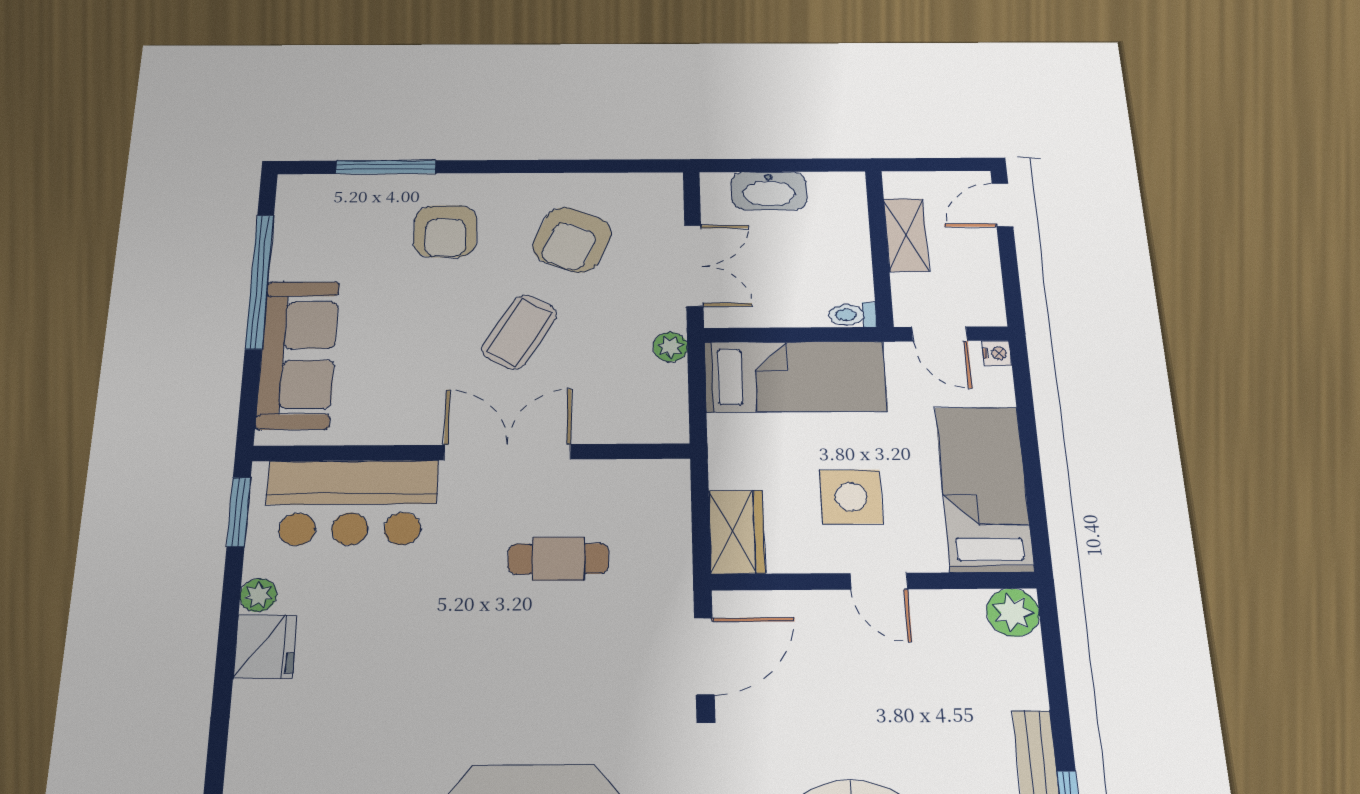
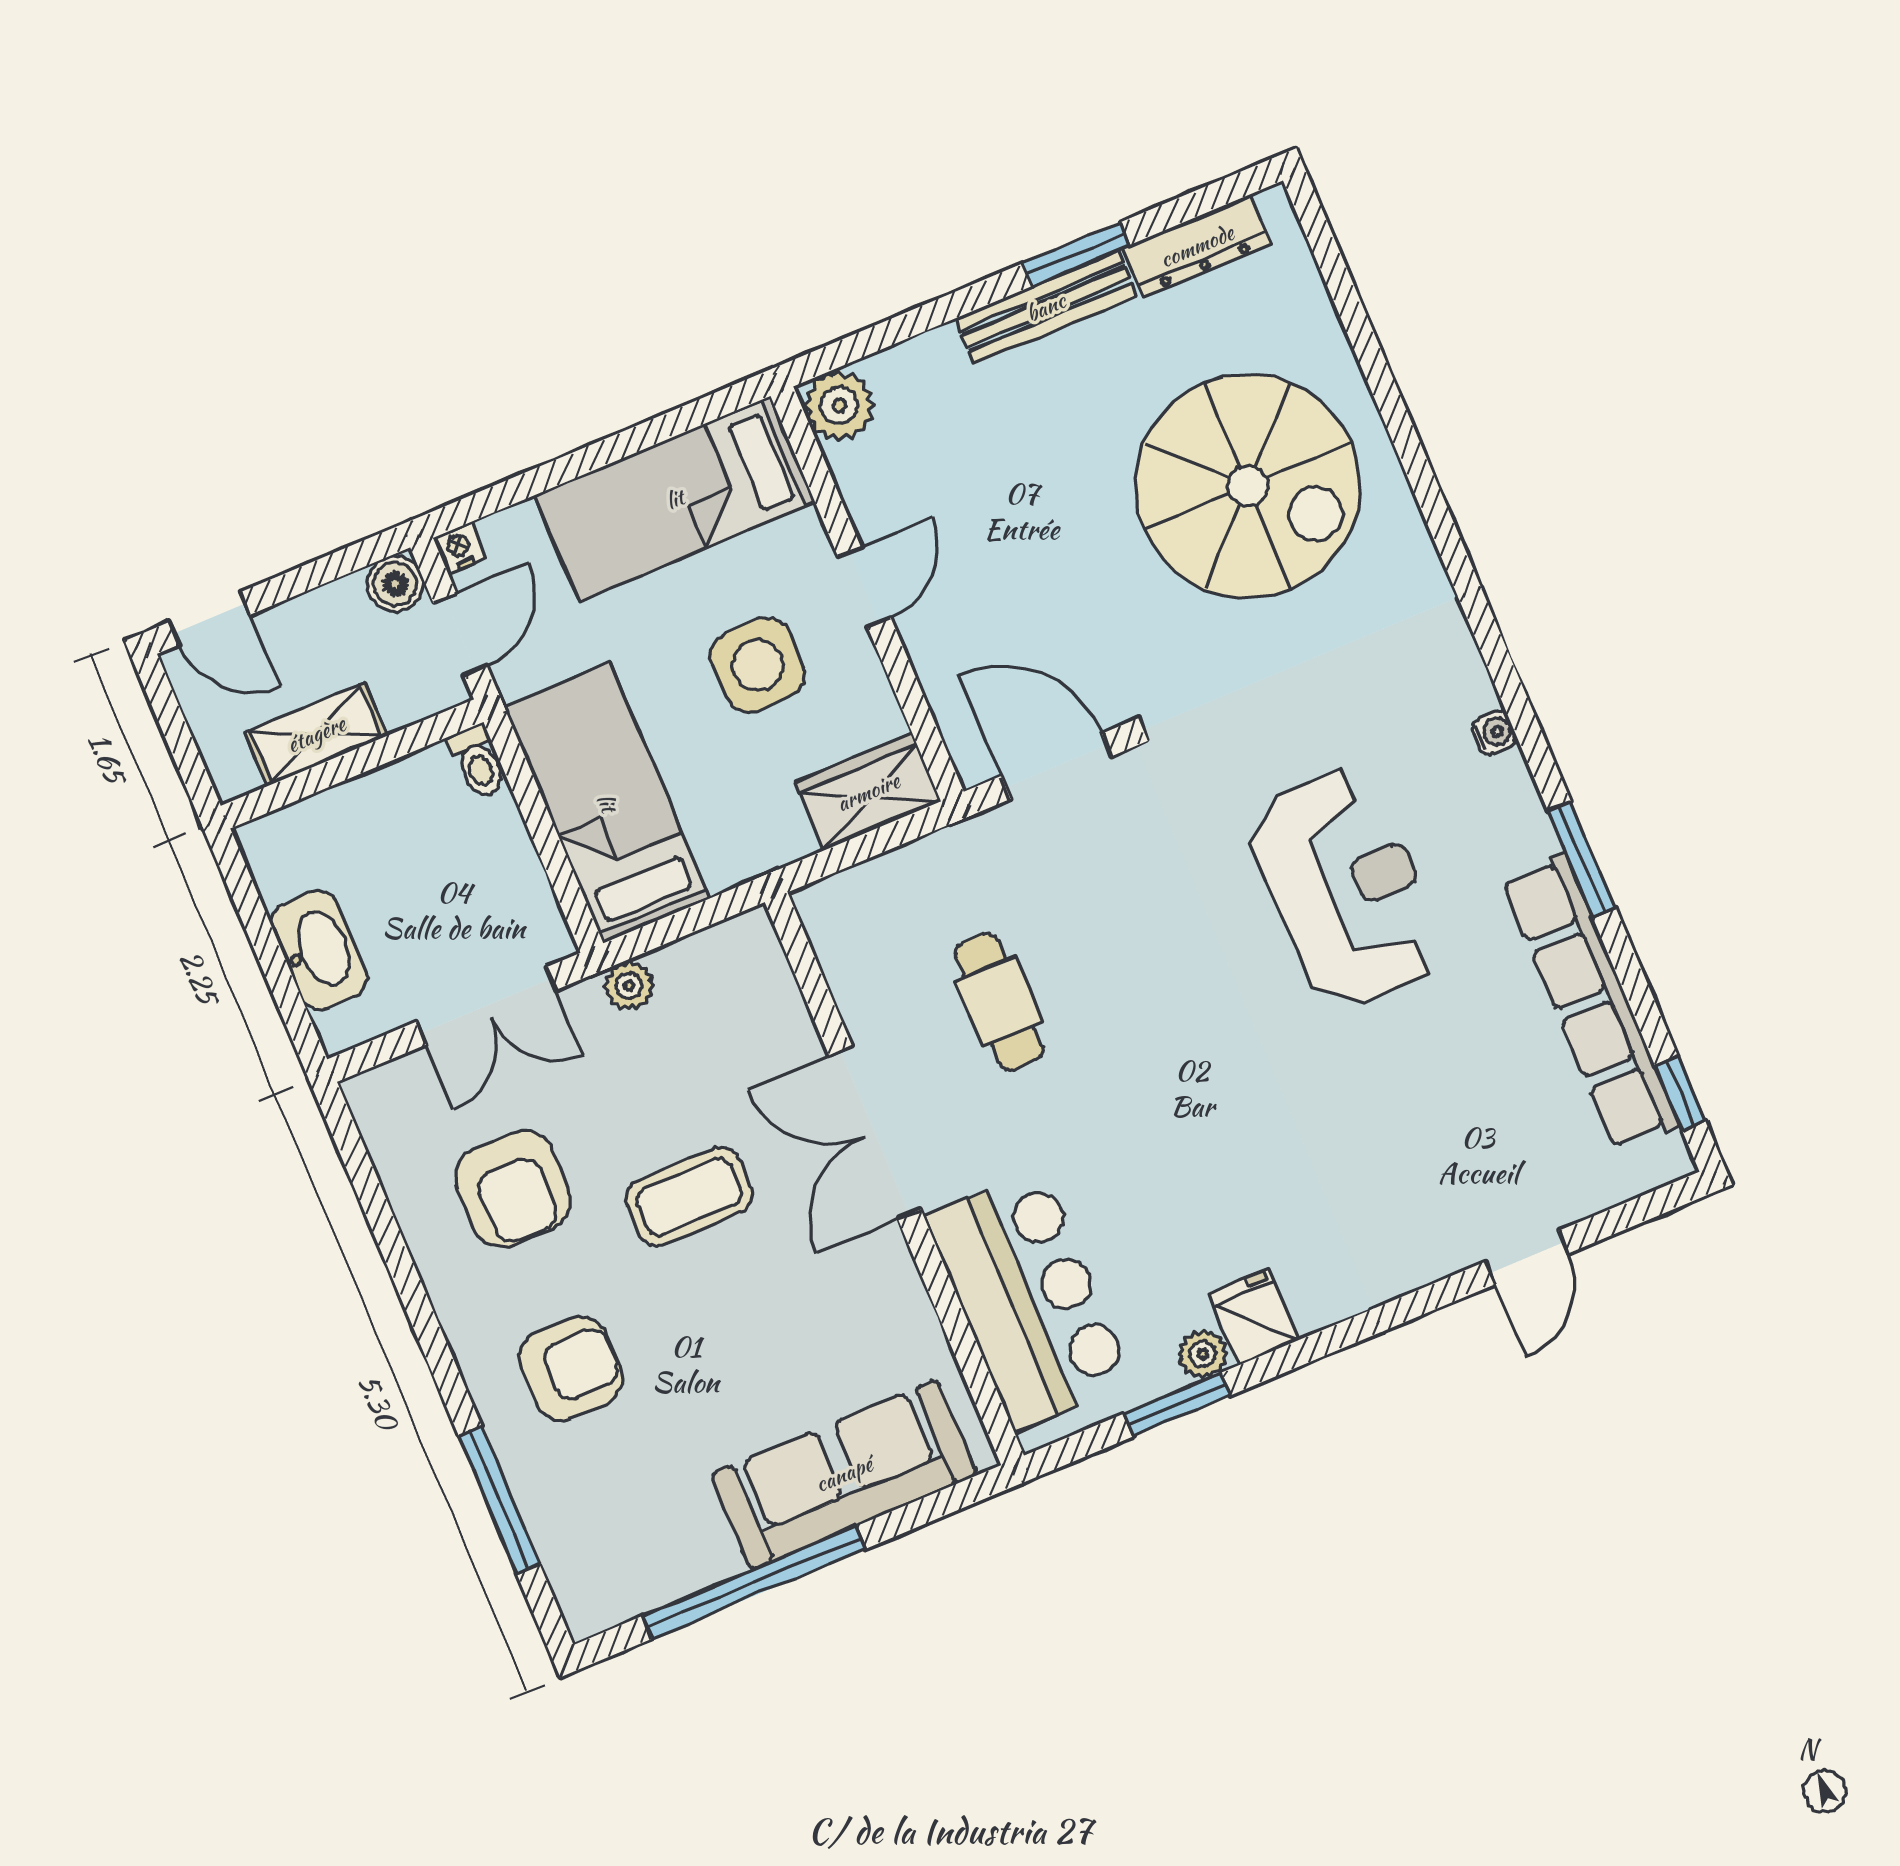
armchair: (572, 240) -> (513, 1189), turned 67
double door: (694, 265) -> (486, 1006), swing flipped
boiler: (987, 310) -> (395, 584), added
coffee table: (519, 332) -> (689, 1197), turned -30
window: (239, 512) -> (1177, 1404), moved
fridge: (265, 647) -> (1254, 1317), width x0.72

